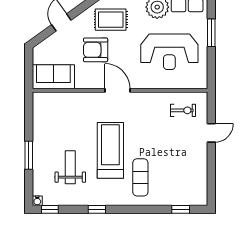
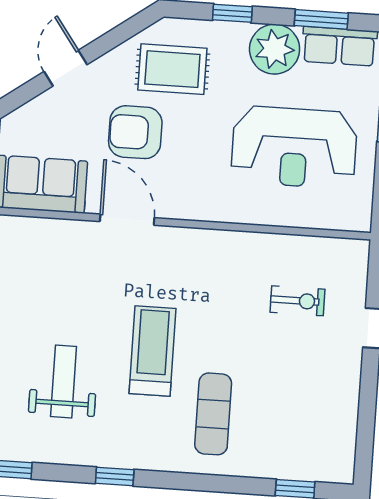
door: (117, 90) -> (127, 220), moved
exercise bike: (183, 110) -> (297, 301), moved
treadmill: (110, 150) -> (152, 351), width x0.73, depth x0.73

